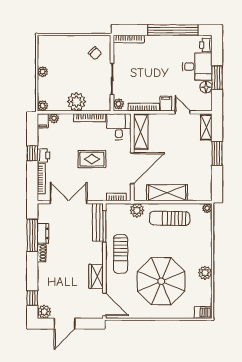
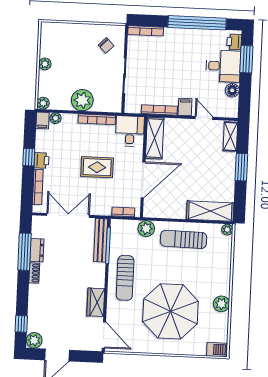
window: (217, 78) -> (246, 59), moved
plant: (119, 104) -> (131, 105), removed
shelving: (167, 193) -> (210, 211), moved

